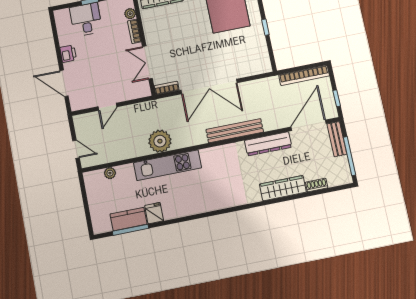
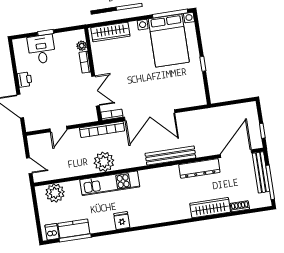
double door: (147, 62) -> (96, 91), swing flipped
bookcase: (304, 75) -> (102, 129), moved
bench: (337, 139) -> (261, 172), width x1.36
plant: (110, 173) -> (55, 193), width x1.88, depth x1.88
fridge: (154, 213) -> (122, 221), moved
dishwasher: (104, 224) -> (52, 232), added

